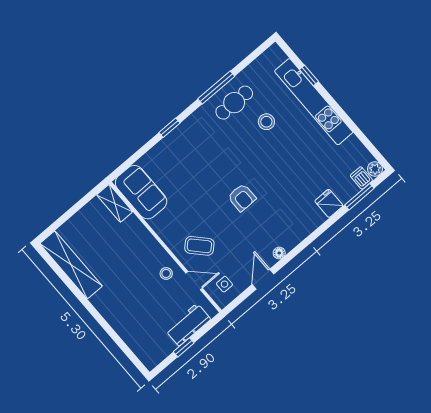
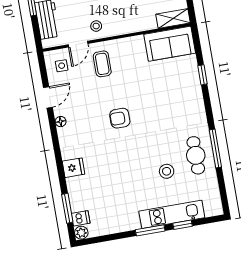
kitchen unit: (314, 102) -> (172, 214), width x0.73
window: (333, 104) -> (150, 230), added
window: (169, 128) -> (202, 75), moved
fridge: (329, 203) -> (74, 168), moved
coffee table: (199, 246) -> (102, 64), turned -47
door: (263, 279) -> (48, 97), hinge flipped

